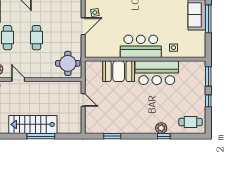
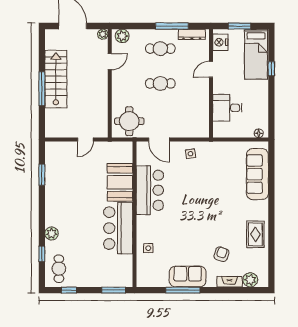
door: (83, 26) -> (159, 140), moved
bar counter: (141, 46) -> (150, 190), moved
window: (208, 101) -> (69, 290), moved
window: (164, 136) -> (42, 254), moved

